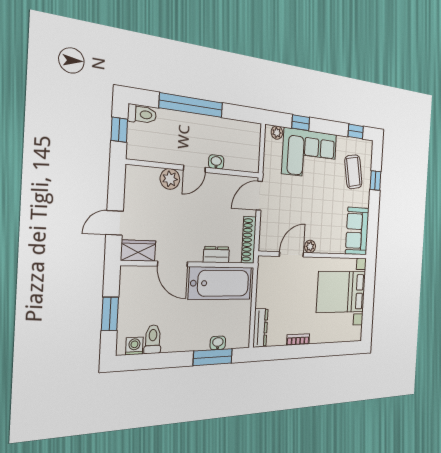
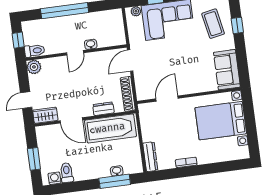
toilet: (142, 114) -> (35, 51), moved
plant: (170, 179) -> (34, 67), moved
plant: (310, 246) -> (183, 90), removed

